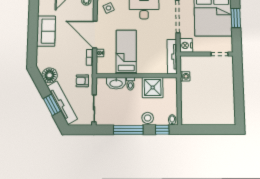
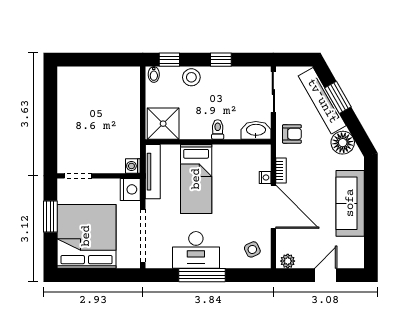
window: (236, 18) -> (50, 216), moved
sofa: (46, 31) -> (350, 203), width x1.36
bed: (126, 52) -> (196, 179), moved
washing machine: (185, 76) -> (133, 166), moved
washbasin: (116, 83) -> (256, 130), moved
shower: (153, 88) -> (163, 124), moved
window: (128, 130) -> (221, 60), width x0.46

